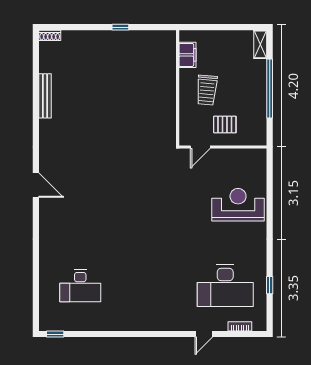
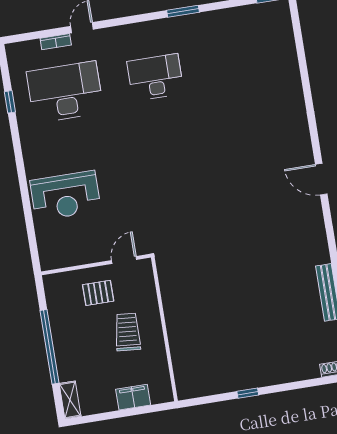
filing cabinet: (187, 55) -> (133, 397), moved, turned 90
desk: (80, 286) -> (155, 77), moved
bookcase: (240, 326) -> (56, 42), moved
window: (123, 334) -> (183, 11), added

